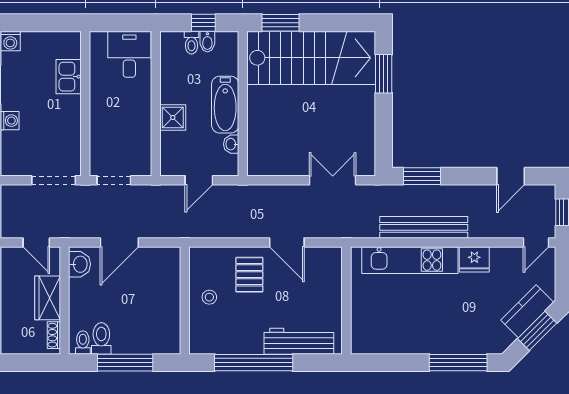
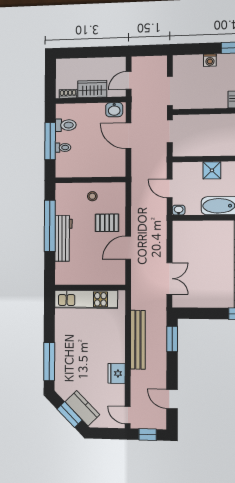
washbasin: (231, 144) -> (179, 210), moved
kitchen unit: (410, 260) -> (86, 299), moved, turned -90
workbench: (299, 341) -> (63, 238), moved
toilet: (83, 343) -> (63, 148), moved

